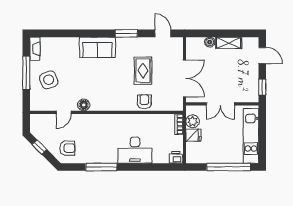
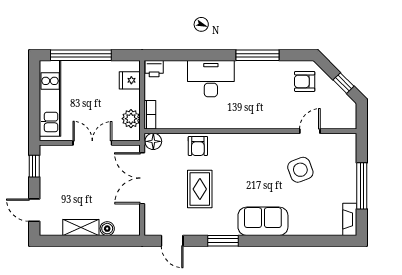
side table: (49, 80) -> (300, 170), moved
floor lamp: (84, 105) -> (153, 141), moved
fridge: (193, 135) -> (130, 80), moved

